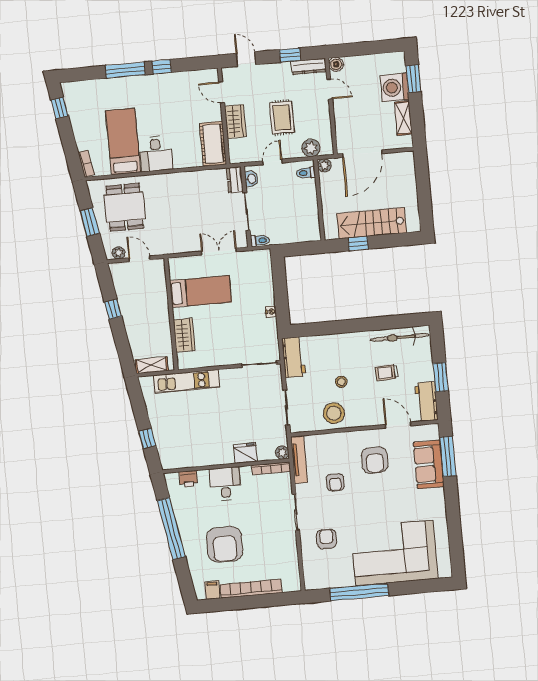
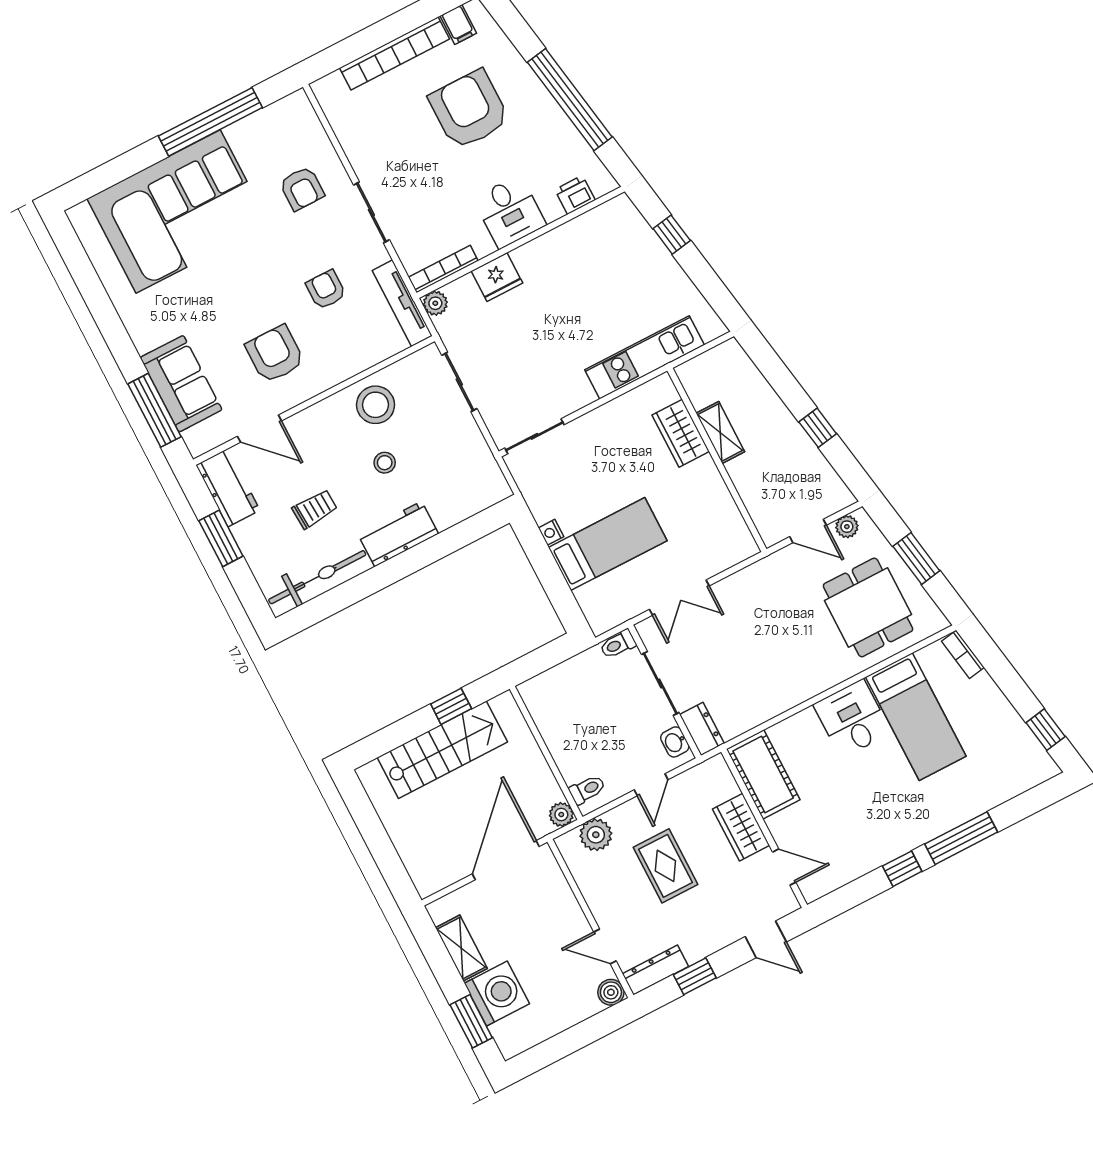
bed: (201, 291) -> (608, 544), moved, turned 180
workbench: (294, 357) -> (398, 534), moved, turned 90
shelving: (152, 365) -> (720, 432), moved, turned 90

